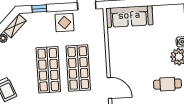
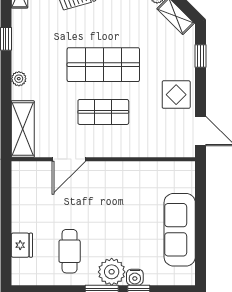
sofa: (129, 16) -> (180, 230), moved
shop shelf: (78, 68) -> (103, 112), width x0.70, depth x0.74

